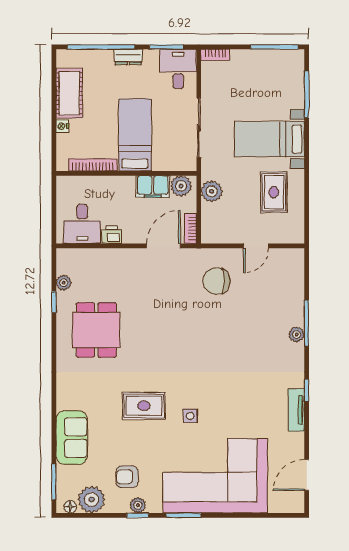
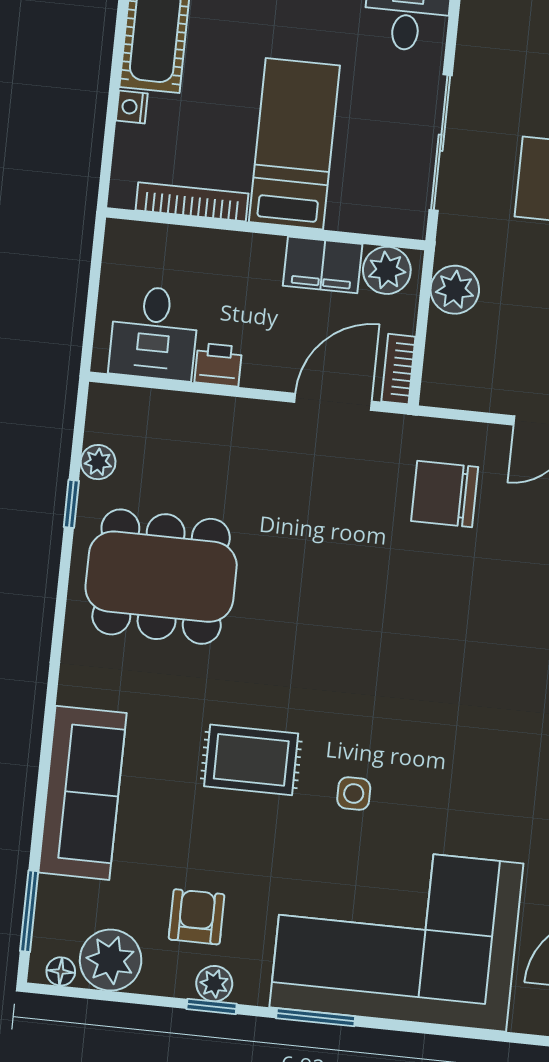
dining table: (96, 330) -> (161, 577), width x1.38
sofa: (72, 438) -> (82, 793), width x1.36
armchair: (127, 477) -> (197, 917), turned 90

